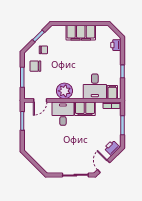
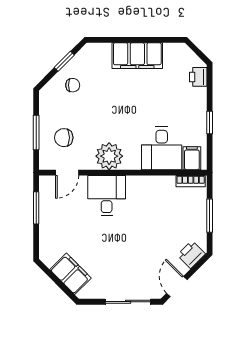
chair: (35, 66) -> (64, 138), moved
filing cabinet: (85, 109) -> (71, 274), moved, turned -135

